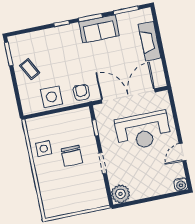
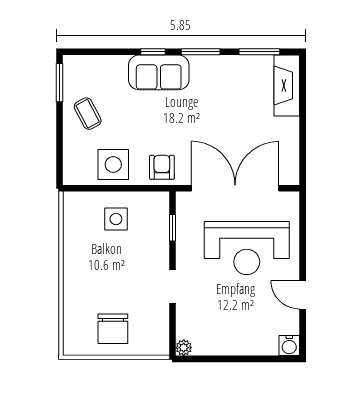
sofa: (99, 29) -> (159, 72), moved
fireplace: (150, 41) -> (287, 85), moved
side table: (44, 149) -> (116, 219), moved
door: (183, 152) -> (303, 295), hinge flipped
chair: (72, 156) -> (113, 329), moved
plant: (120, 194) -> (184, 348), width x0.53, depth x0.53

